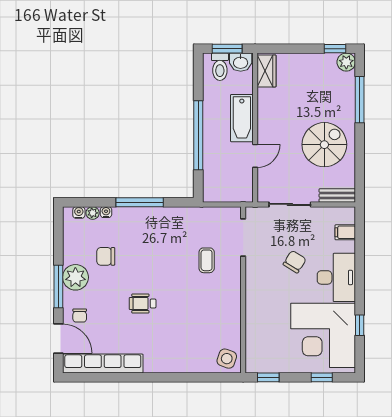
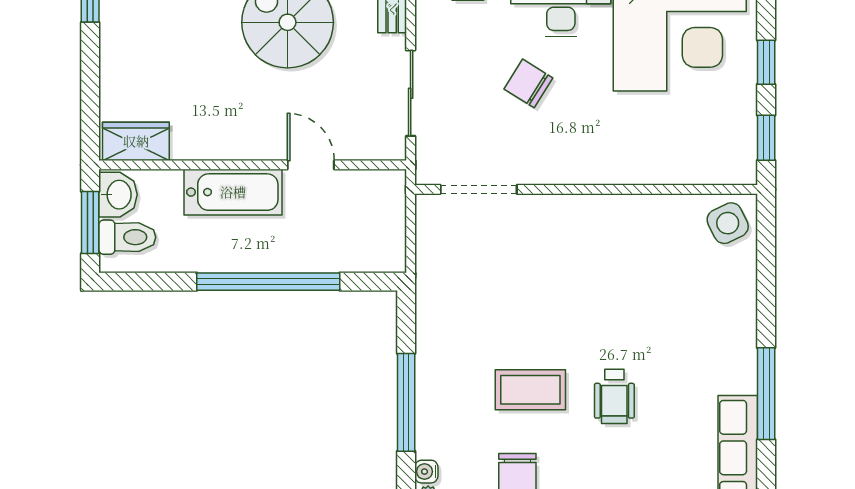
coffee table: (207, 260) -> (530, 390), moved, width x1.36, depth x1.30
side table: (227, 359) -> (728, 223), turned 45
window: (144, 377) -> (766, 394), added
window: (322, 377) -> (766, 62), moved

